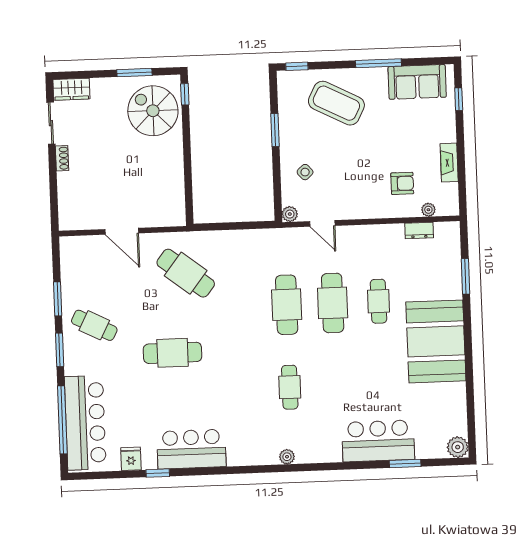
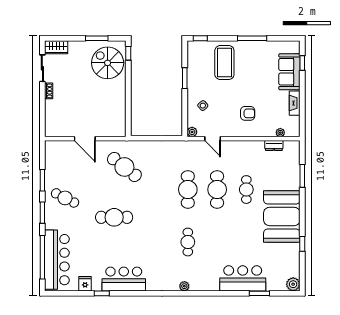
sofa: (417, 82) -> (289, 72), moved, turned 90
coffee table: (336, 103) -> (224, 63), turned 63
armchair: (402, 183) -> (248, 113), moved
window: (470, 383) -> (302, 244), added

